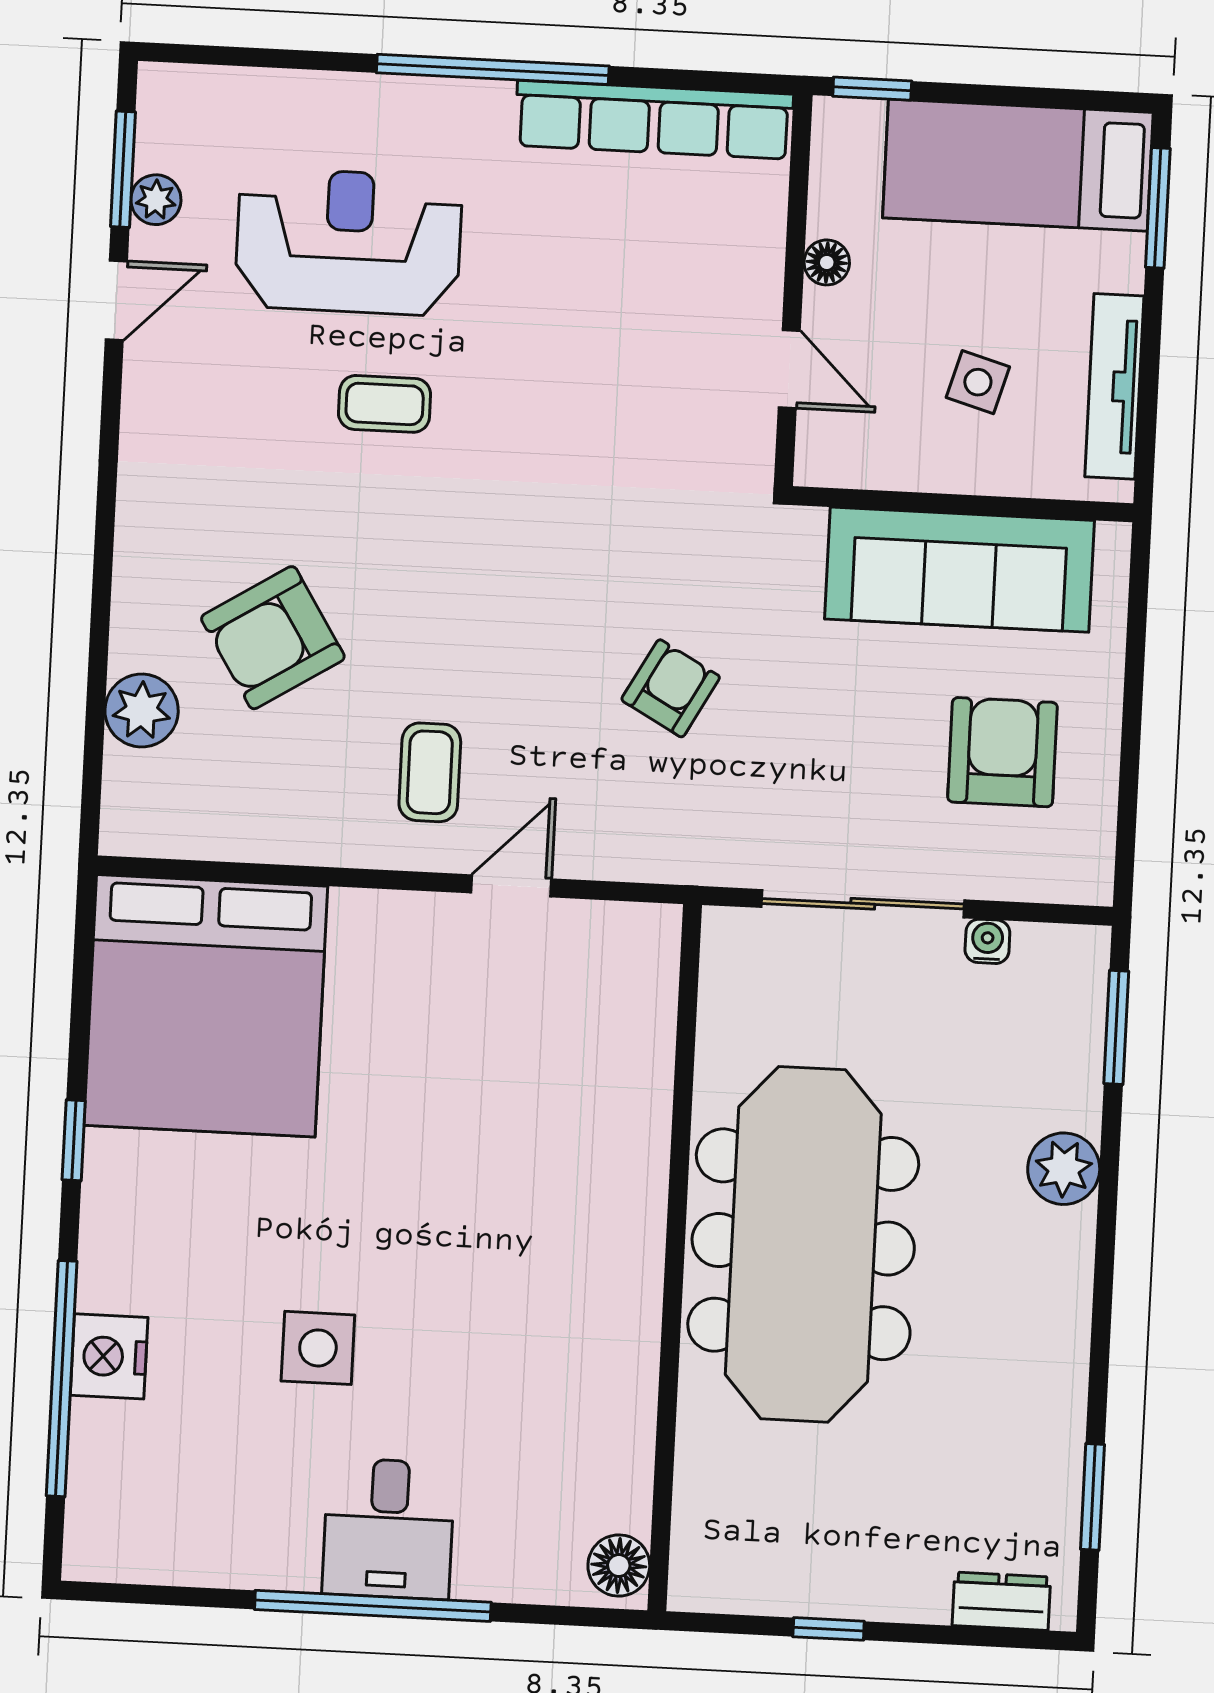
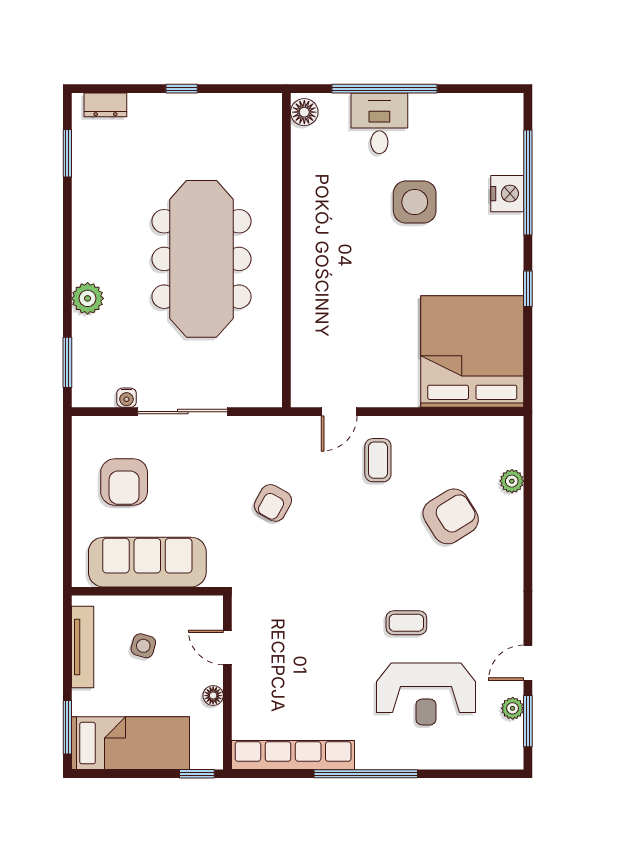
plant: (142, 710) -> (512, 481), width x0.73, depth x0.73
wall: (675, 1258) -> (286, 250), moved
side table: (318, 1348) -> (415, 202), width x1.37, depth x1.37
floor lamp: (619, 1566) -> (304, 112), moved

